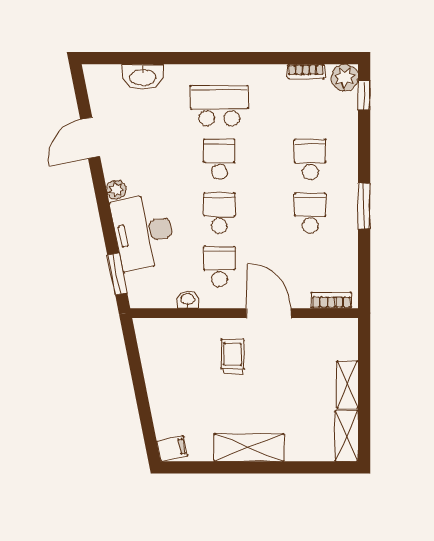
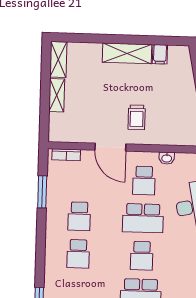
window: (364, 206) -> (42, 192), moved
school desk: (219, 213) -> (143, 218), width x1.85
filing cabinet: (172, 448) -> (160, 54), moved, turned -79

